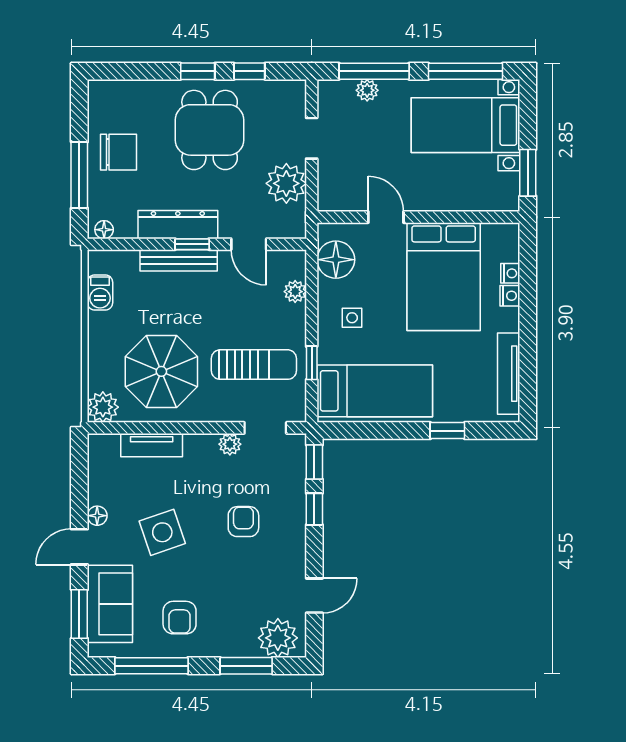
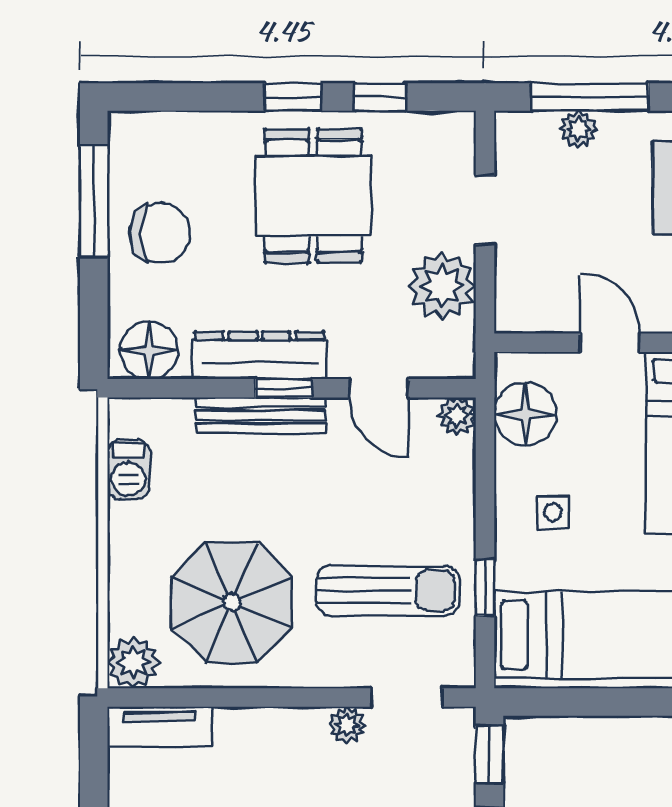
window: (79, 175) -> (94, 201), moved
floor lamp: (104, 230) -> (149, 350), width x1.89, depth x1.89
plant: (295, 292) -> (457, 416), moved
tv unit: (152, 445) -> (159, 726), moved

